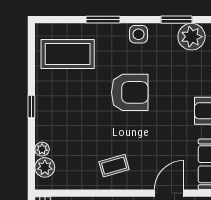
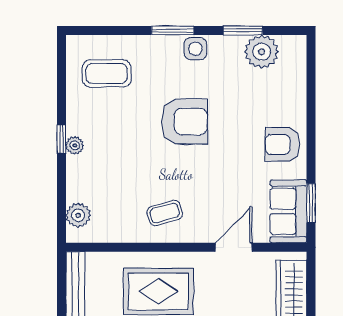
window: (103, 20) -> (173, 31), moved
coffee table: (68, 54) -> (107, 73), width x0.73, depth x0.76
plant: (42, 149) -> (75, 145), moved

